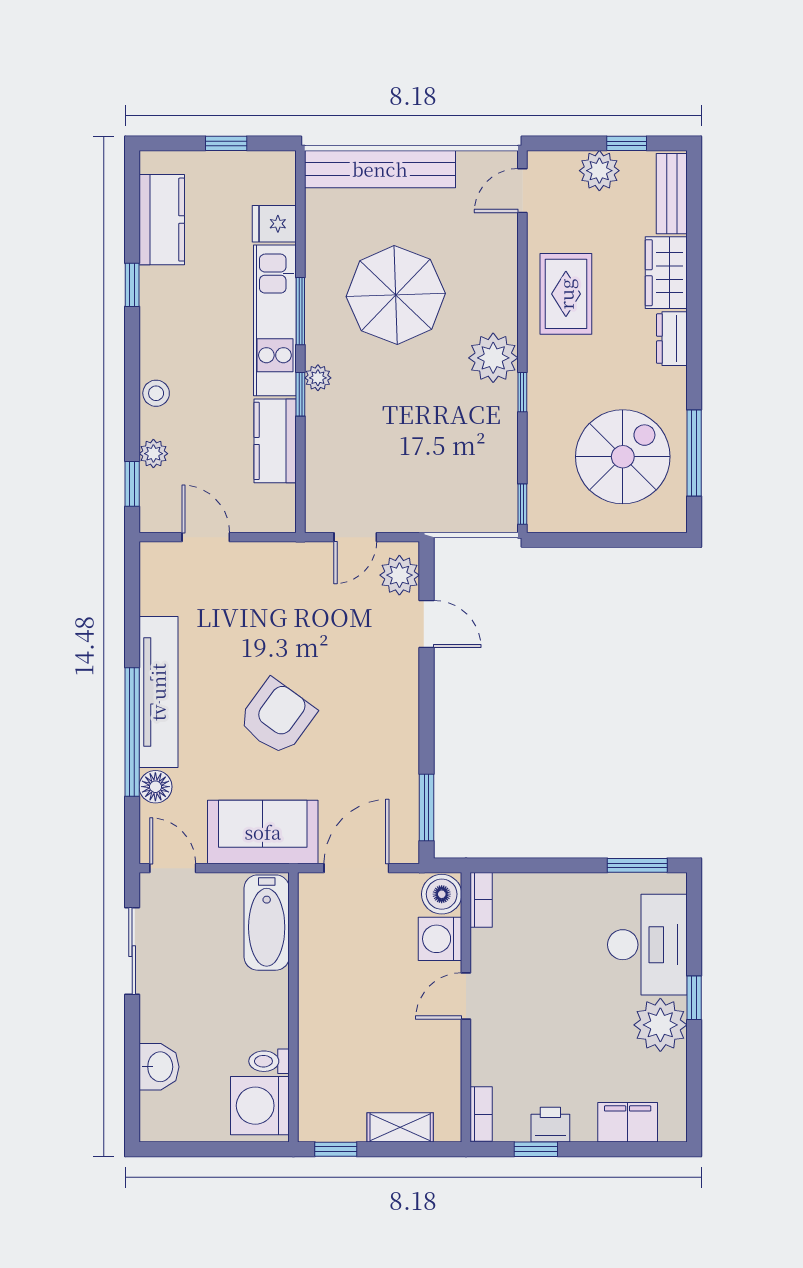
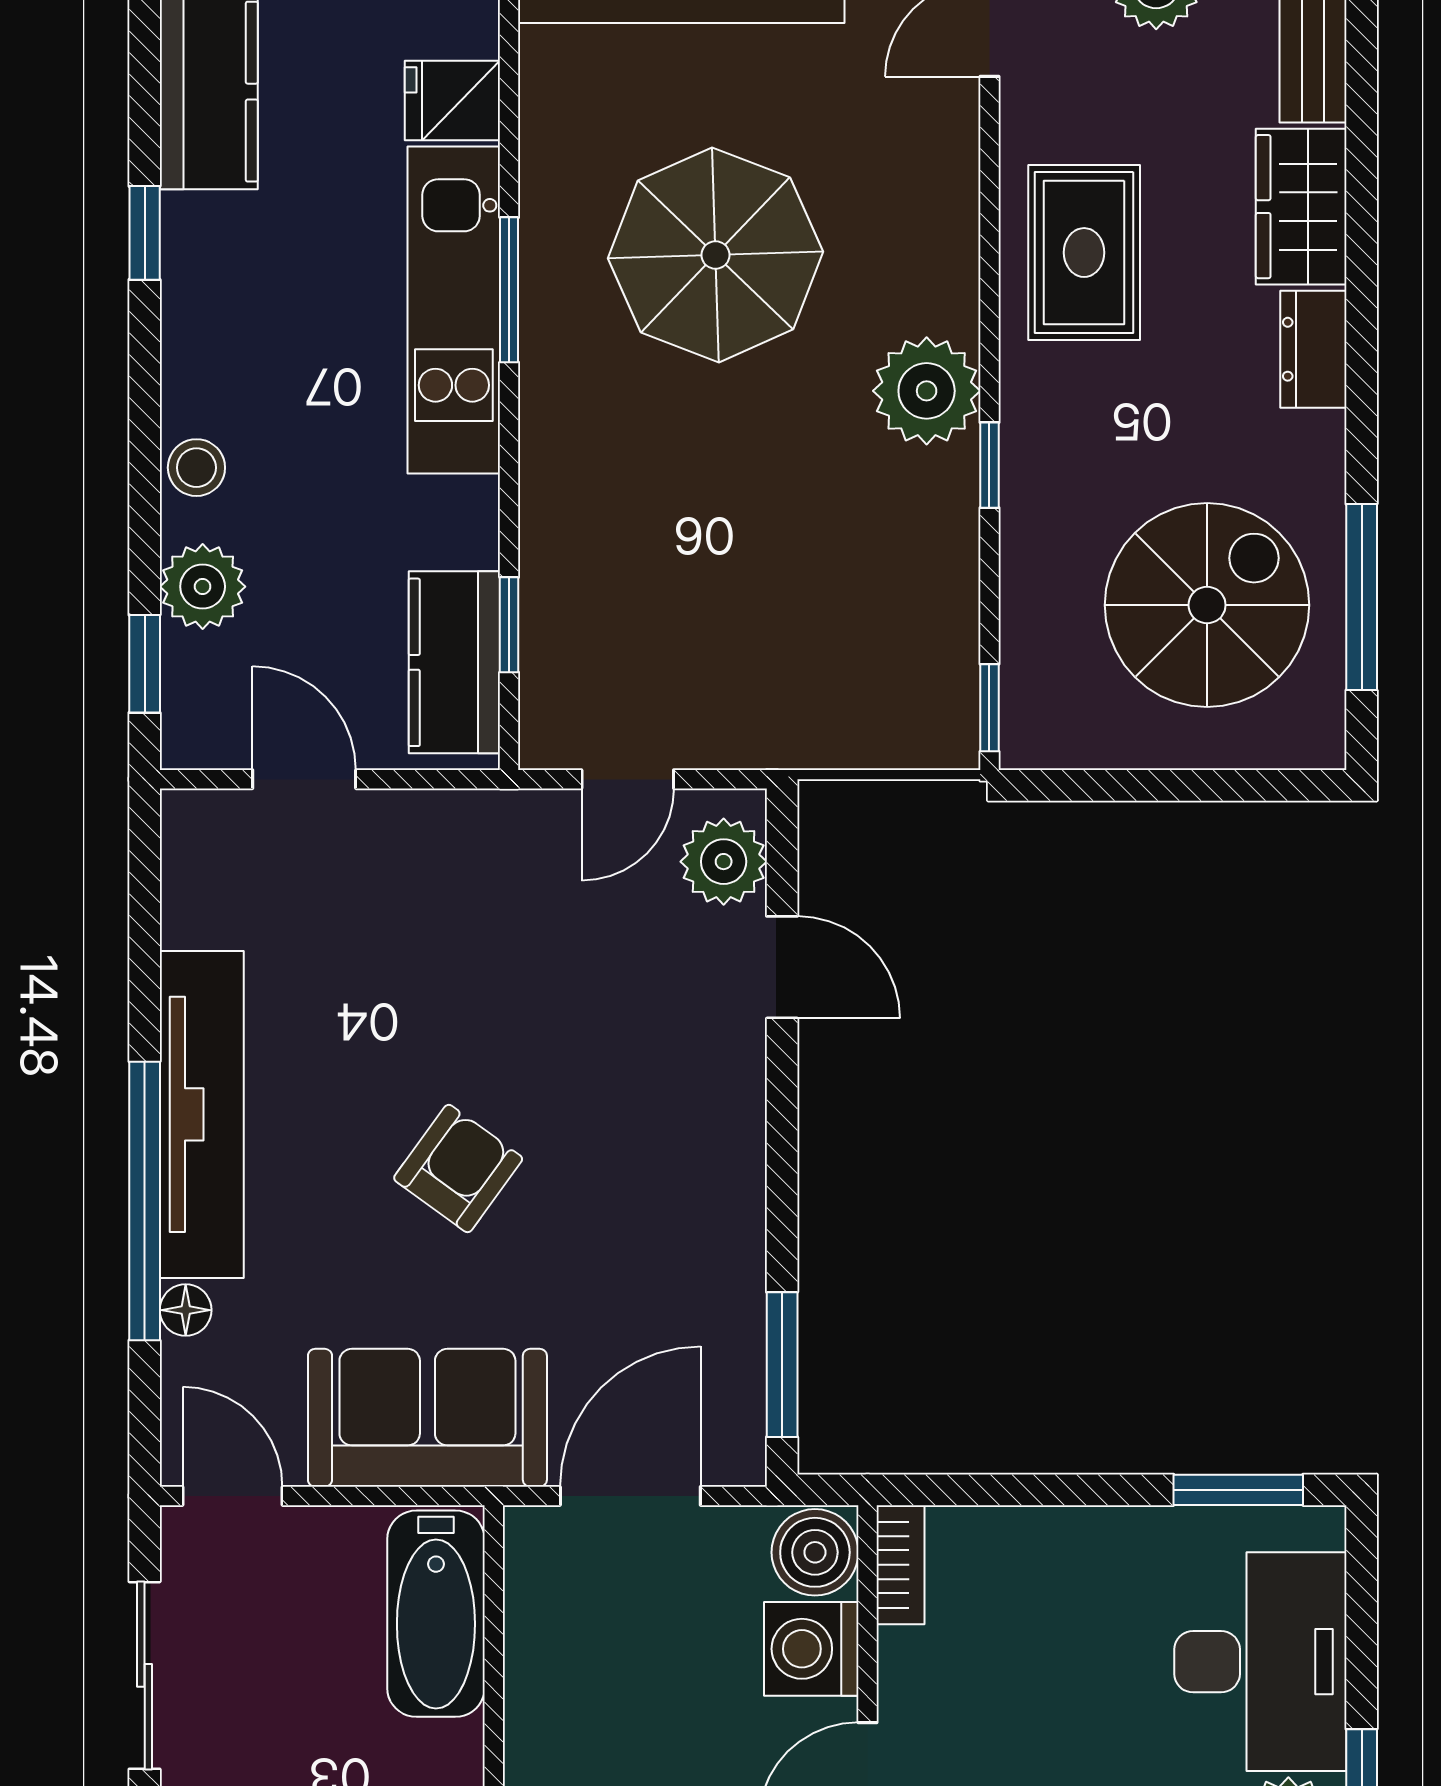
plant: (318, 378) -> (547, 434), removed
window: (300, 394) -> (509, 625), moved
kitchen counter: (275, 441) -> (454, 662), moved
plant: (153, 454) -> (203, 587), width x1.38, depth x1.38
armchair: (277, 717) -> (458, 1168), width x0.72, depth x0.72
floor lamp: (155, 787) -> (186, 1310), width x0.73, depth x0.73

